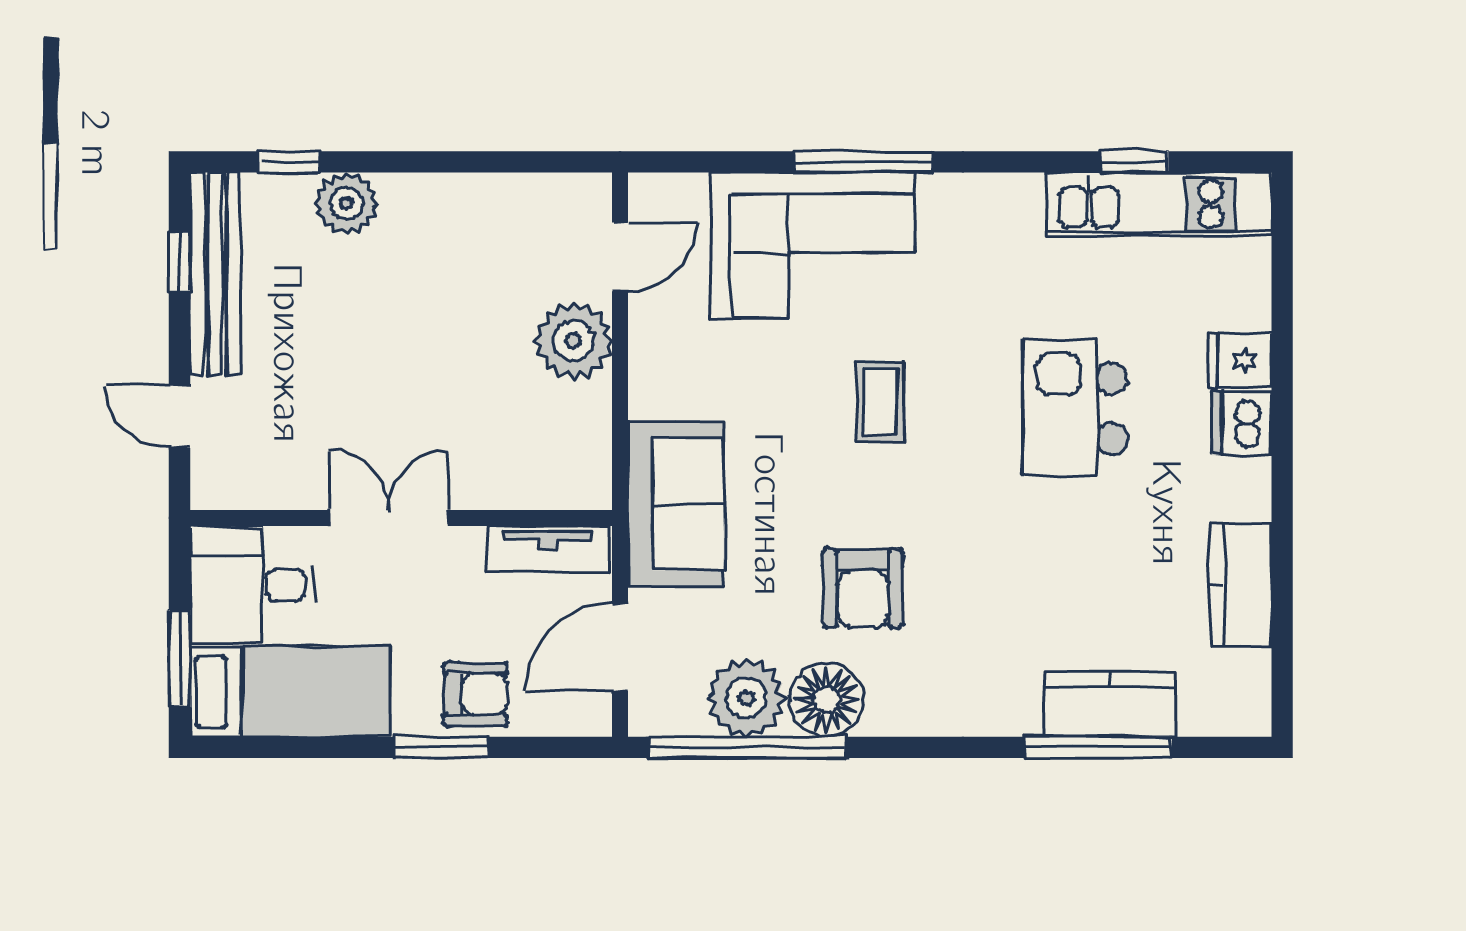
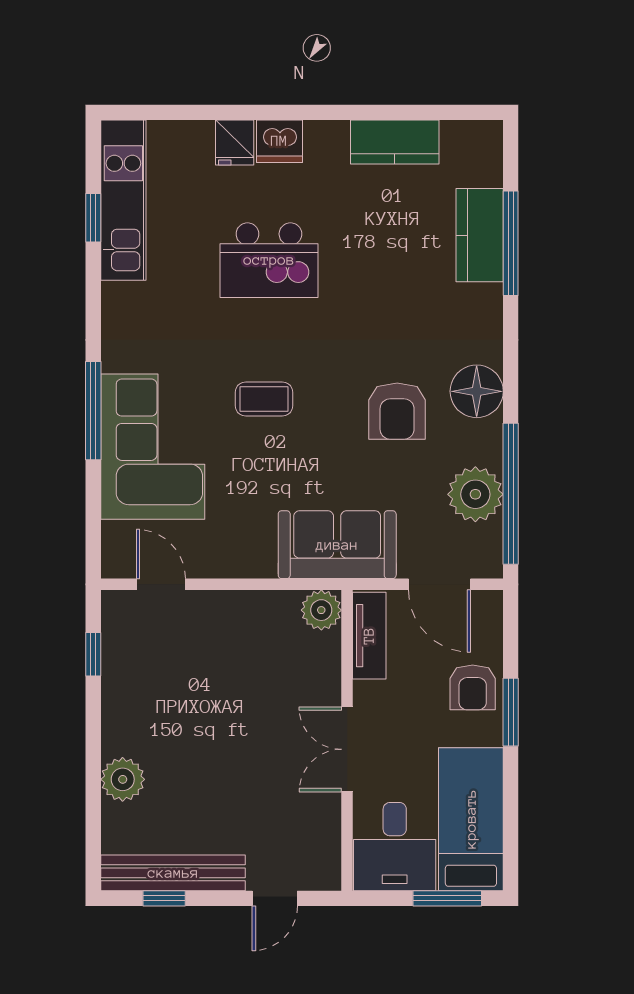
window: (289, 162) -> (93, 654), moved
plant: (574, 341) -> (321, 610), moved, width x0.73, depth x0.73
armchair: (863, 588) -> (397, 411), turned 90
armchair: (475, 694) -> (473, 687), turned 180
floor lamp: (827, 700) -> (477, 391), moved

